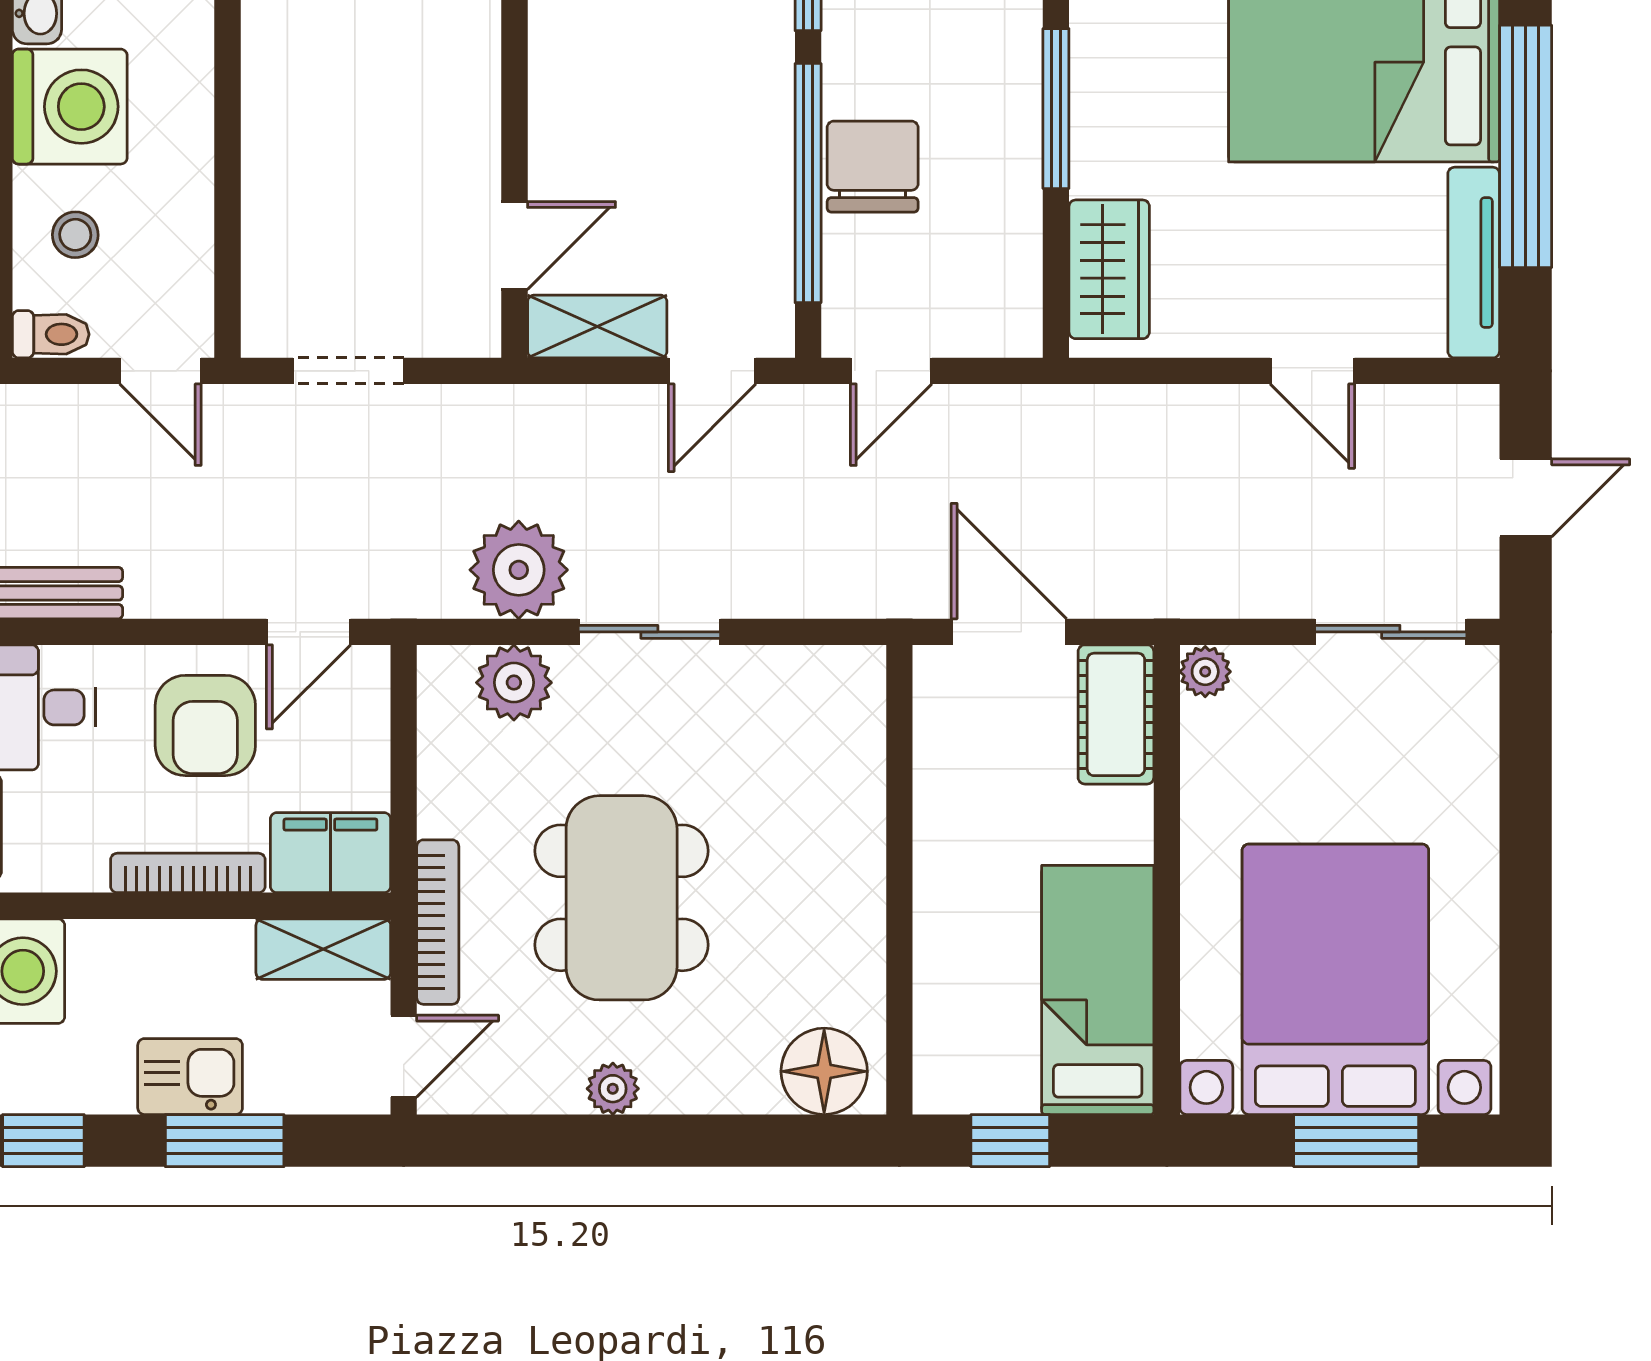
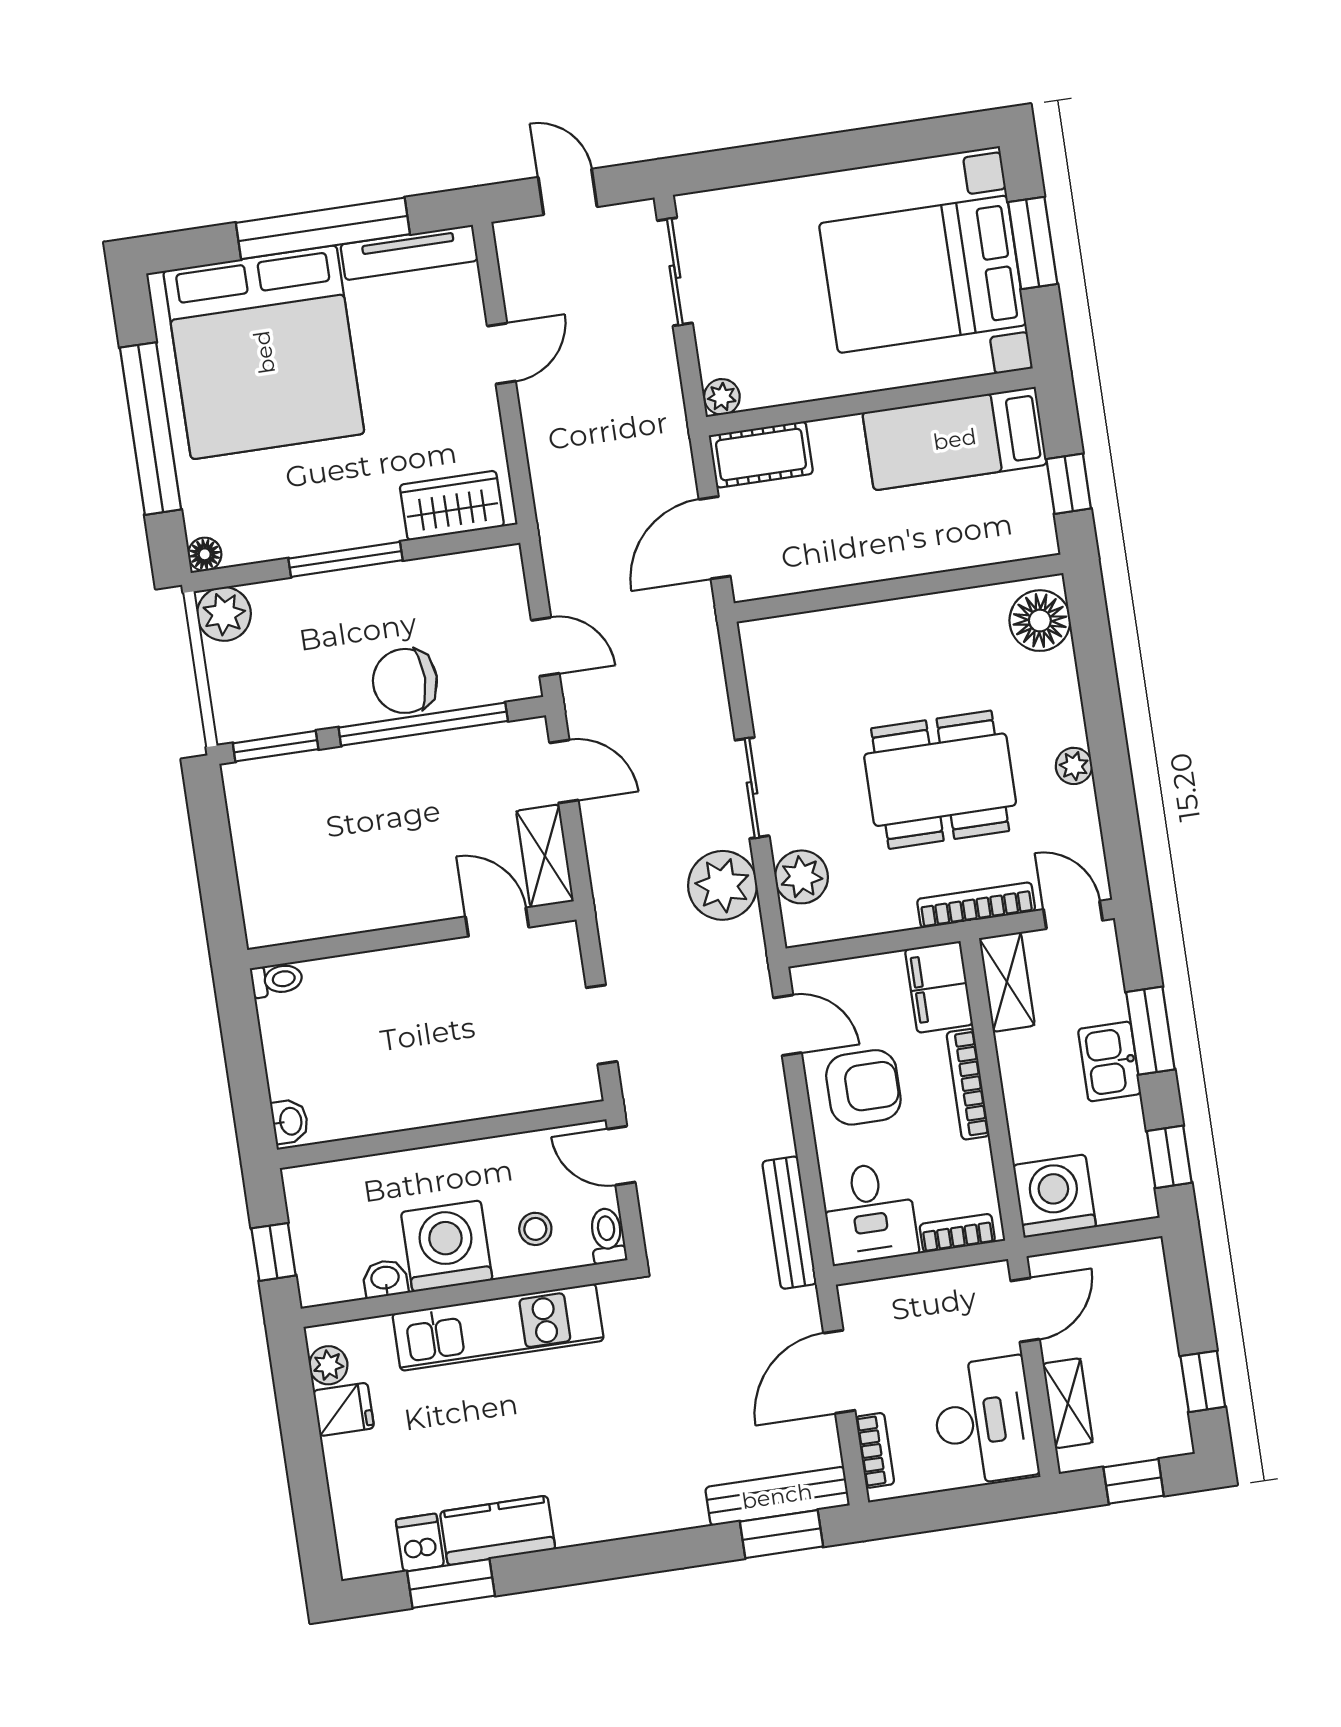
door: (160, 371) -> (621, 1156), swing flipped

